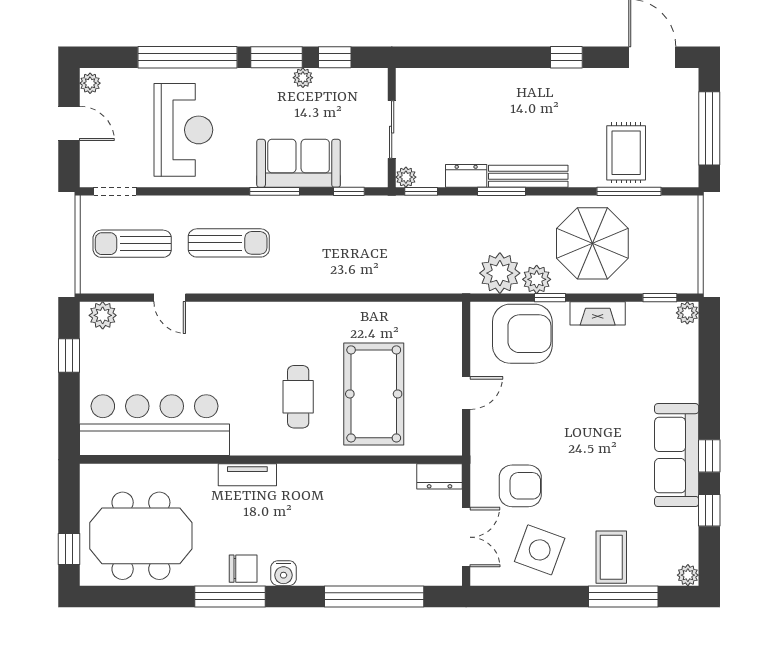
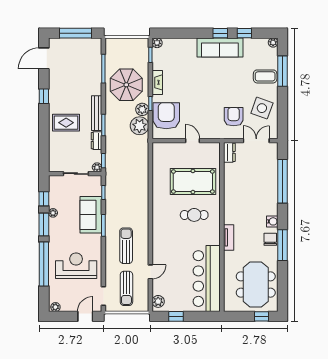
door: (69, 123) -> (85, 316), moved
rug: (626, 153) -> (66, 123), moved

